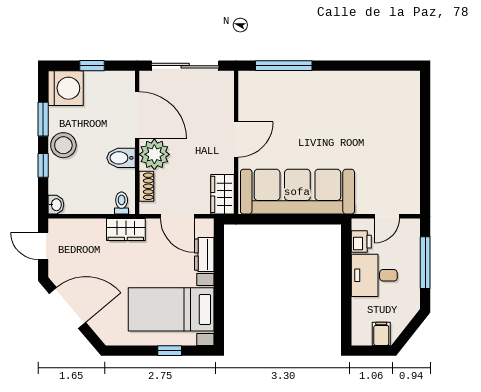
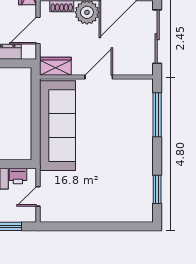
window: (378, 66) -> (157, 189), added
door: (236, 139) -> (99, 77), swing flipped
door: (387, 216) -> (38, 196), hinge flipped

